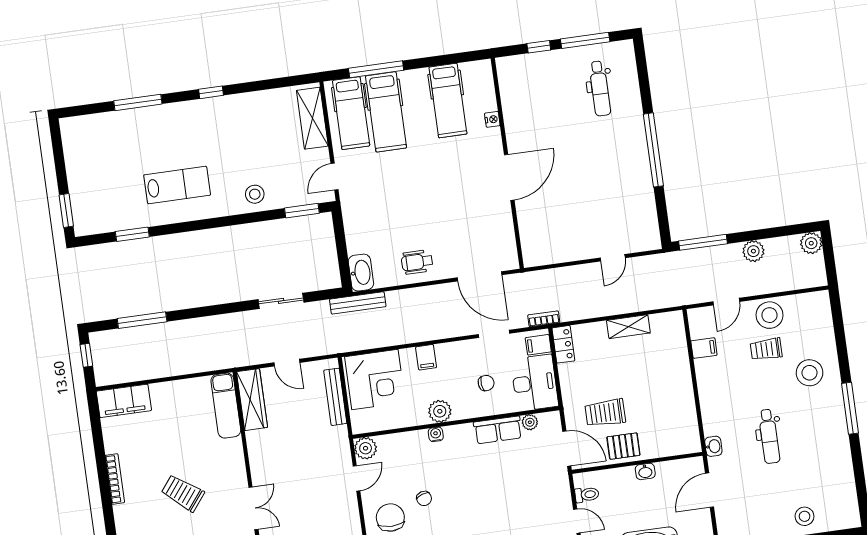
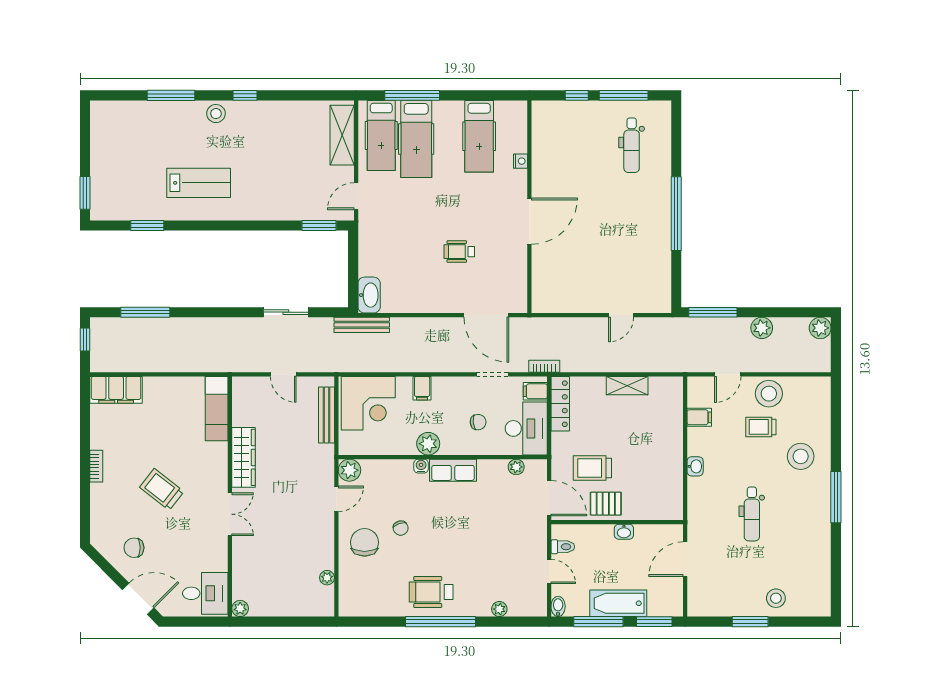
stool: (255, 194) -> (216, 114), moved
wheelchair: (417, 262) -> (459, 252), moved
locker: (563, 344) -> (560, 404), width x1.53
wardrobe: (252, 400) -> (243, 457), moved
row of seats: (498, 430) -> (453, 470), moved
washbasin: (713, 446) -> (695, 466), moved
bookcase: (115, 479) -> (96, 466), width x0.64

